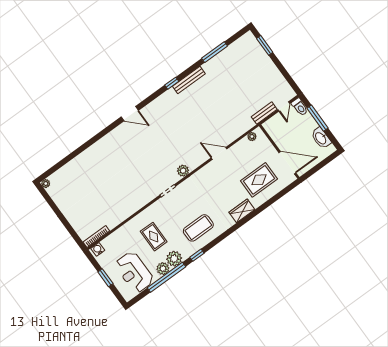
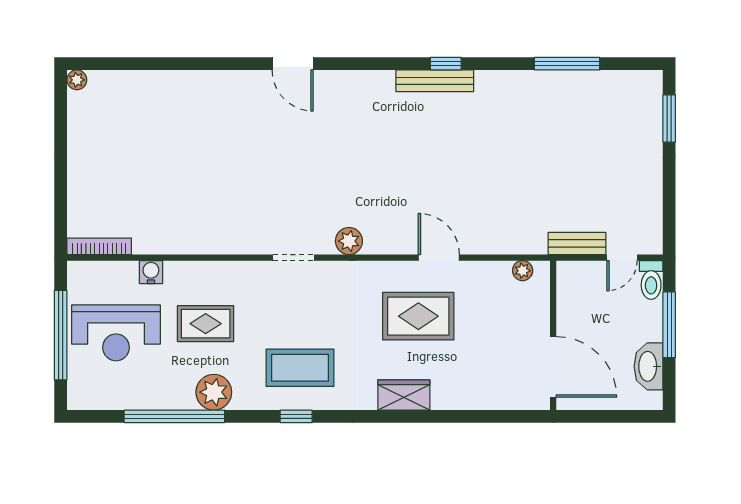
bench: (189, 80) -> (435, 81), moved
door: (130, 114) -> (293, 64), moved
rug: (259, 180) -> (418, 316), moved
rug: (154, 237) -> (206, 324), turned 90
water cooler: (98, 249) -> (151, 272), moved
window: (197, 255) -> (296, 416), moved
plant: (163, 269) -> (180, 396), removed
reception desk: (134, 272) -> (116, 333), moved, turned -90
window: (105, 278) -> (61, 335), width x2.11

